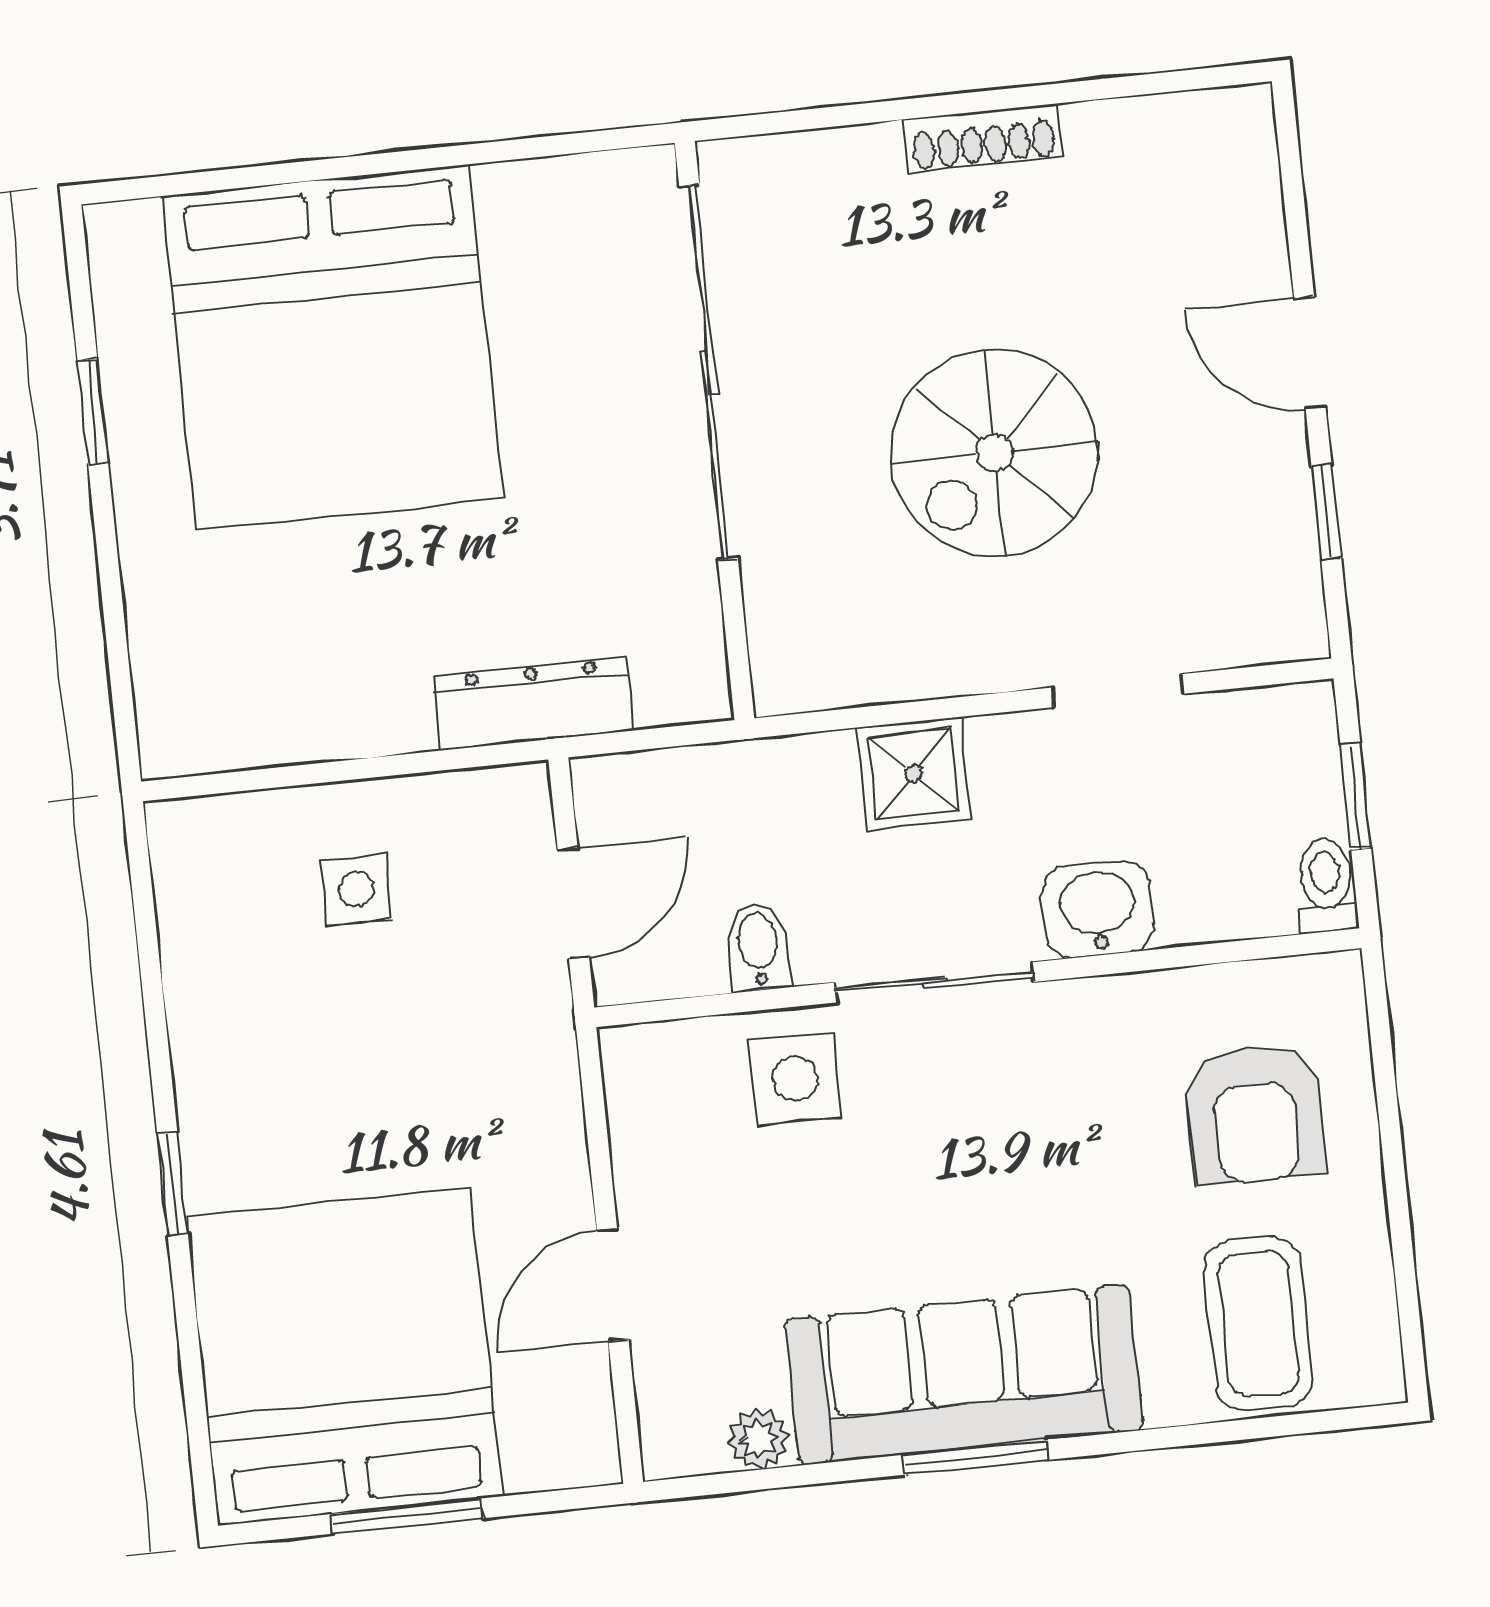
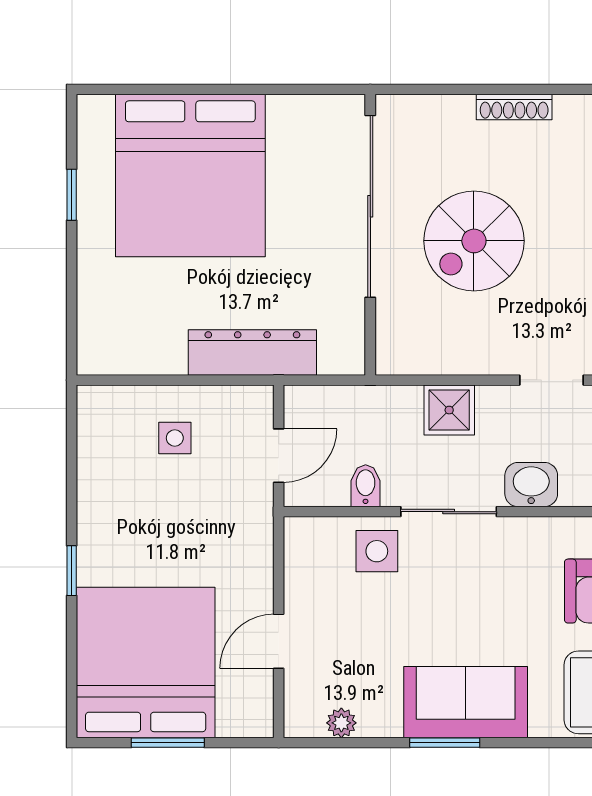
spiral stairs: (994, 453) -> (474, 241), moved
dresser: (534, 703) -> (252, 353), width x1.37, depth x1.24
sofa: (964, 1375) -> (466, 702), width x0.73

